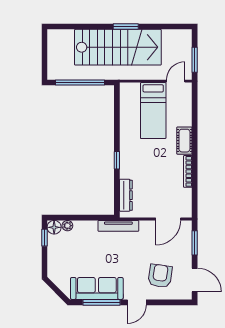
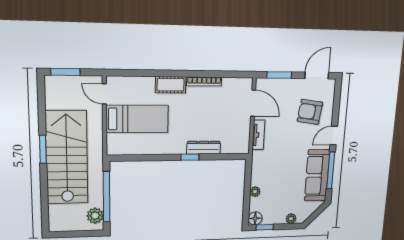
window: (195, 60) -> (65, 72), moved
plant: (62, 72) -> (95, 216), added
dresser: (126, 195) -> (204, 148), moved
plant: (67, 226) -> (255, 192), moved
tv unit: (118, 226) -> (258, 135), moved, width x0.71
plant: (53, 265) -> (291, 219), added
door: (137, 302) -> (334, 136), swing flipped

